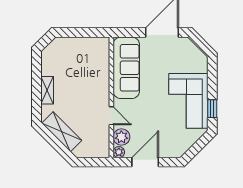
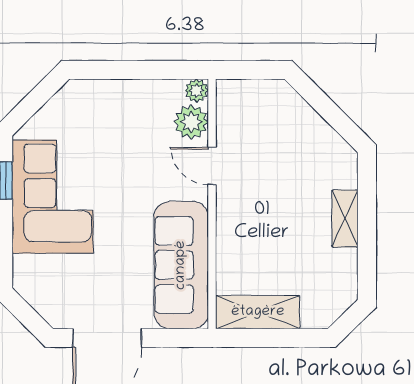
shelving: (62, 132) -> (258, 312), moved, turned -45
door: (145, 162) -> (142, 70), removed

